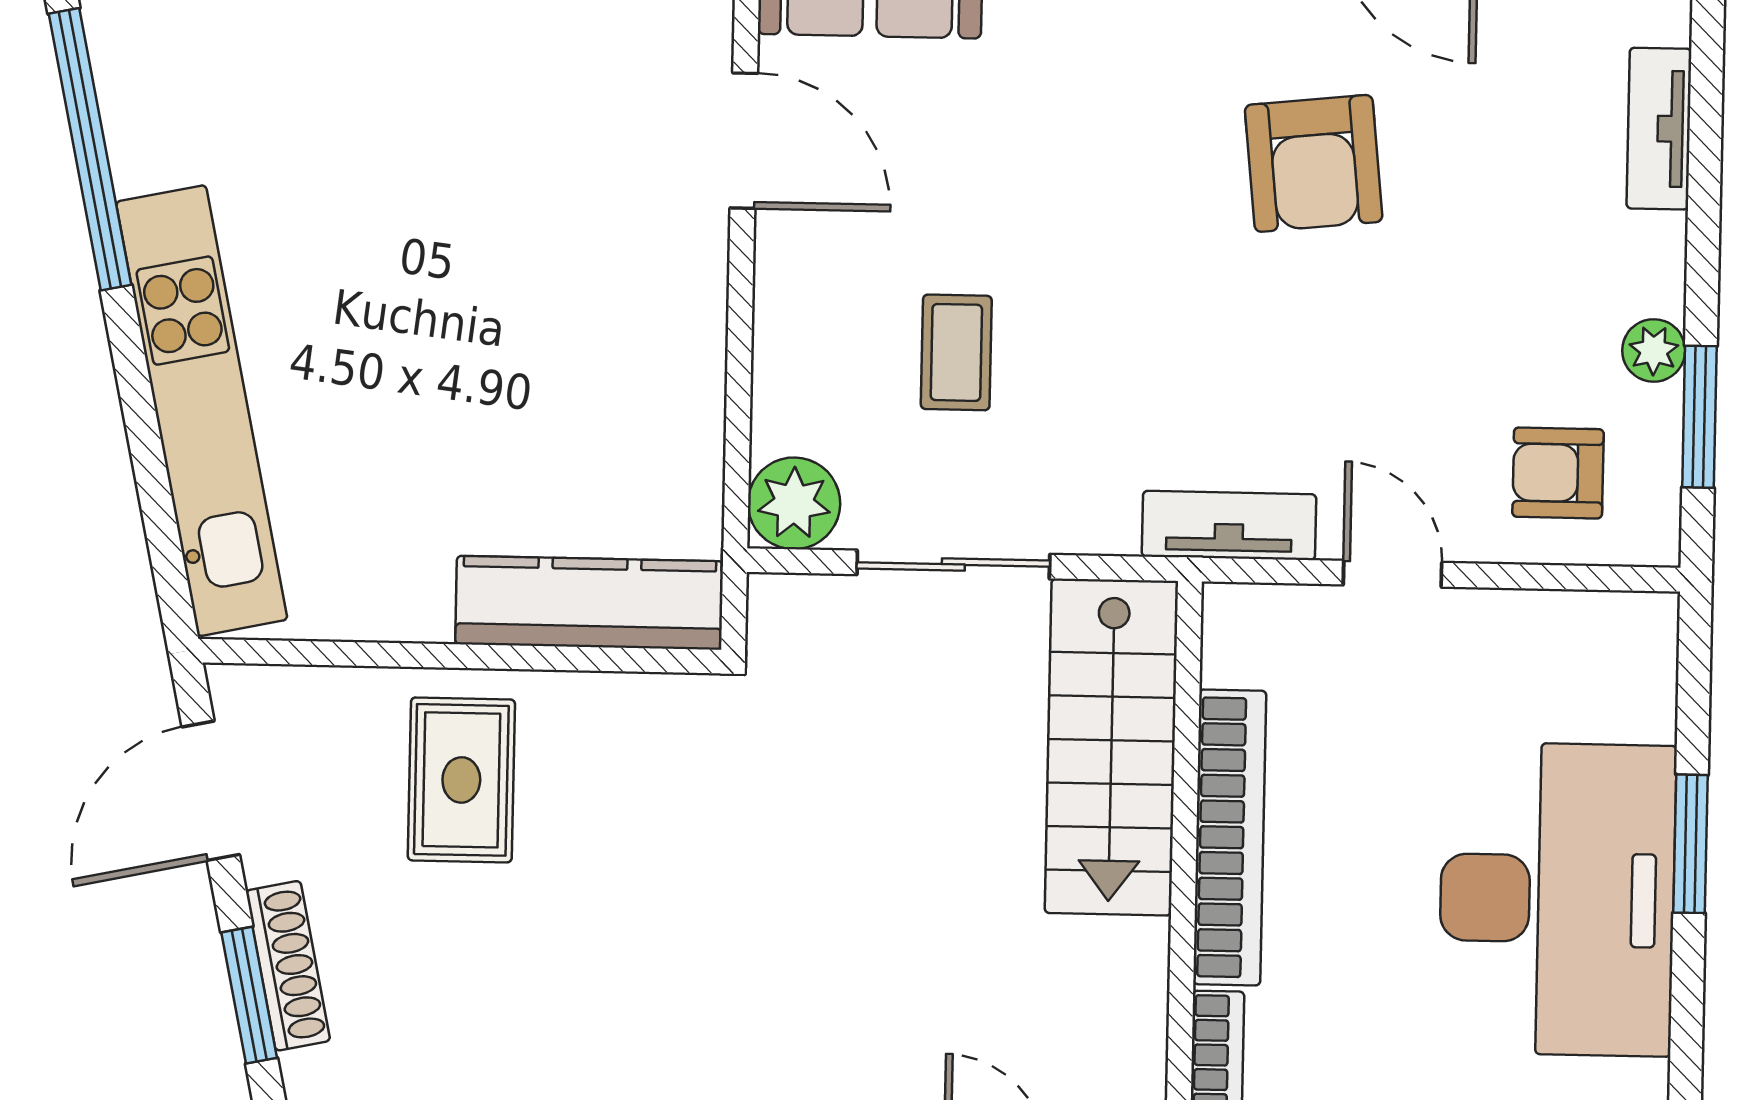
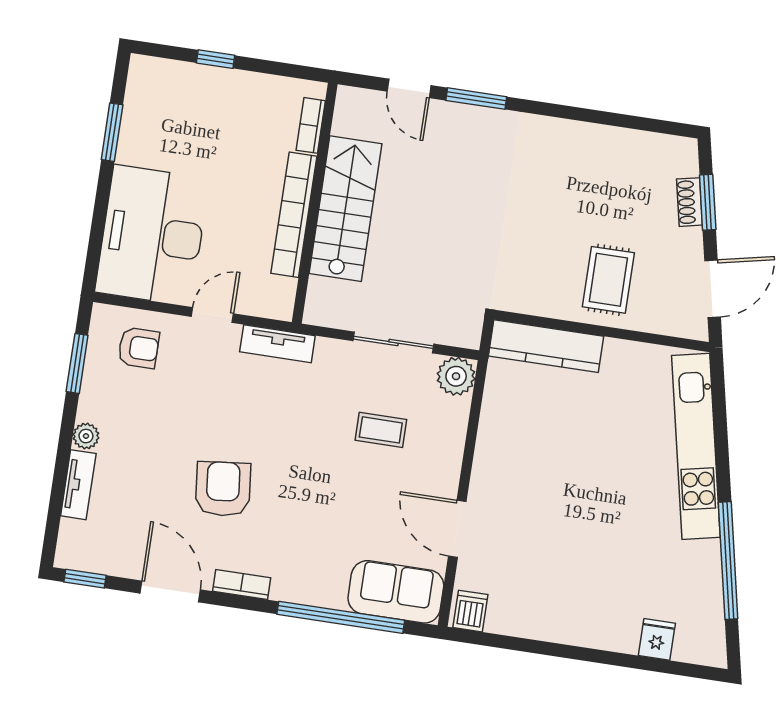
plant: (1654, 350) -> (86, 436), moved
coffee table: (956, 352) -> (381, 430), turned 90
door: (1392, 574) -> (212, 315), swing flipped
stairs: (1111, 747) -> (345, 209), moved
window: (1690, 844) -> (112, 132), moved
desk: (1557, 899) -> (152, 235), moved
shoe rack: (288, 966) -> (689, 202), width x0.70

